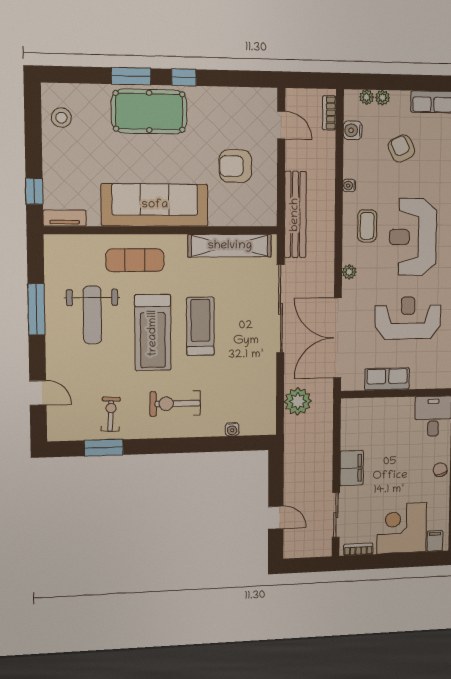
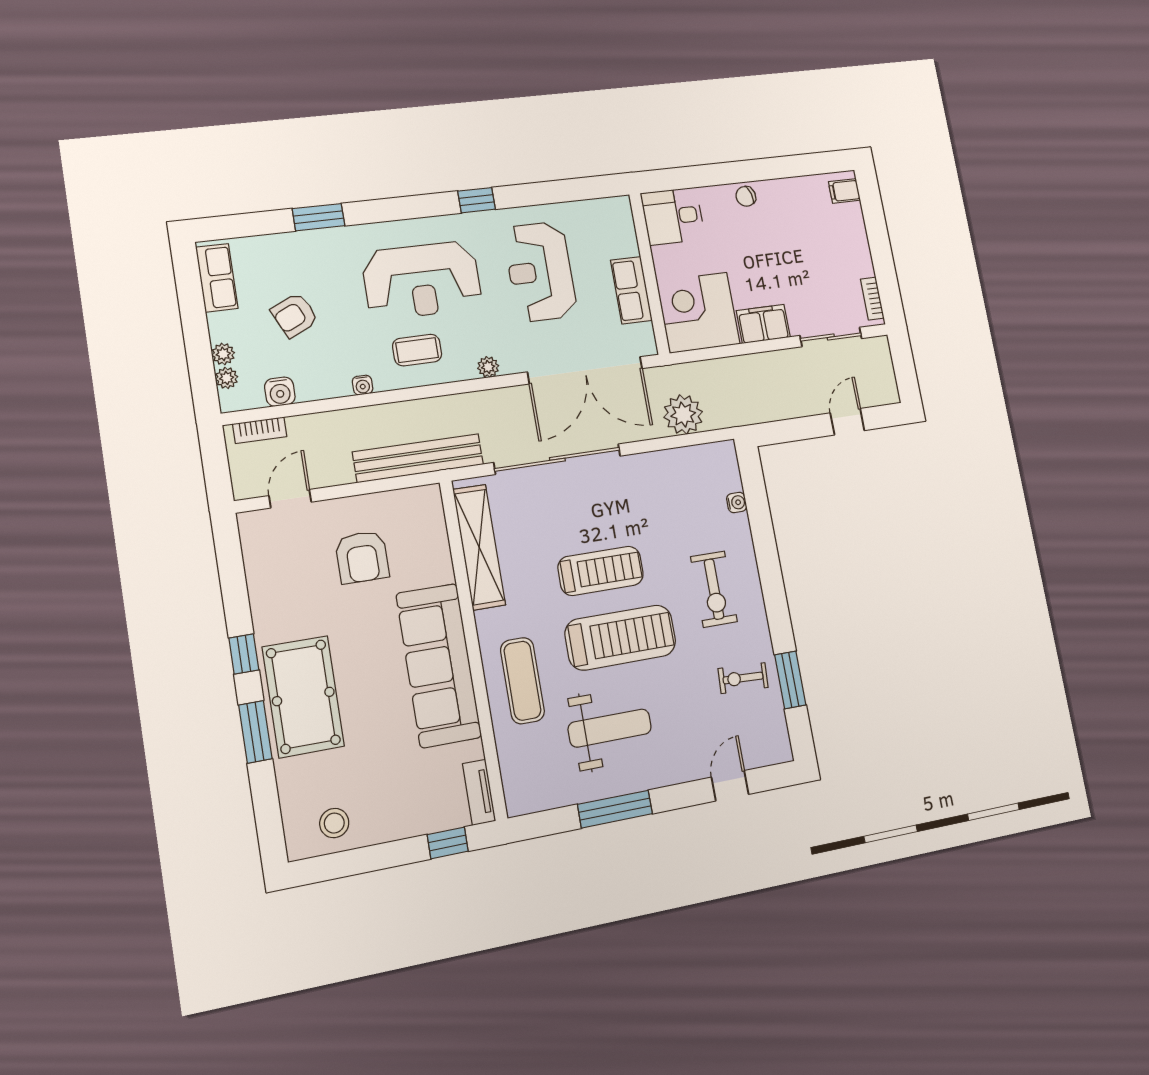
treadmill: (200, 326) -> (601, 571), turned 180
corner desk: (402, 528) -> (698, 313), moved, turned 90

